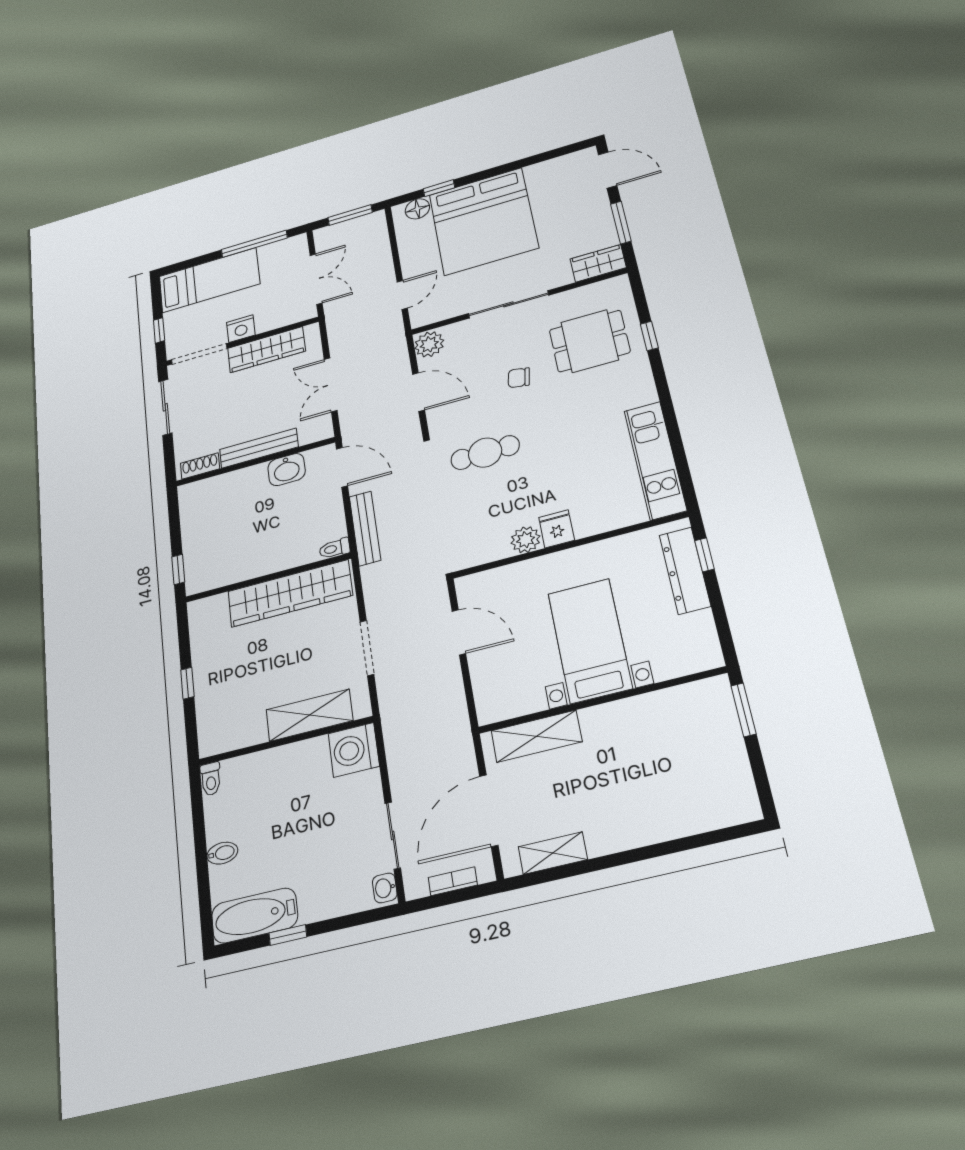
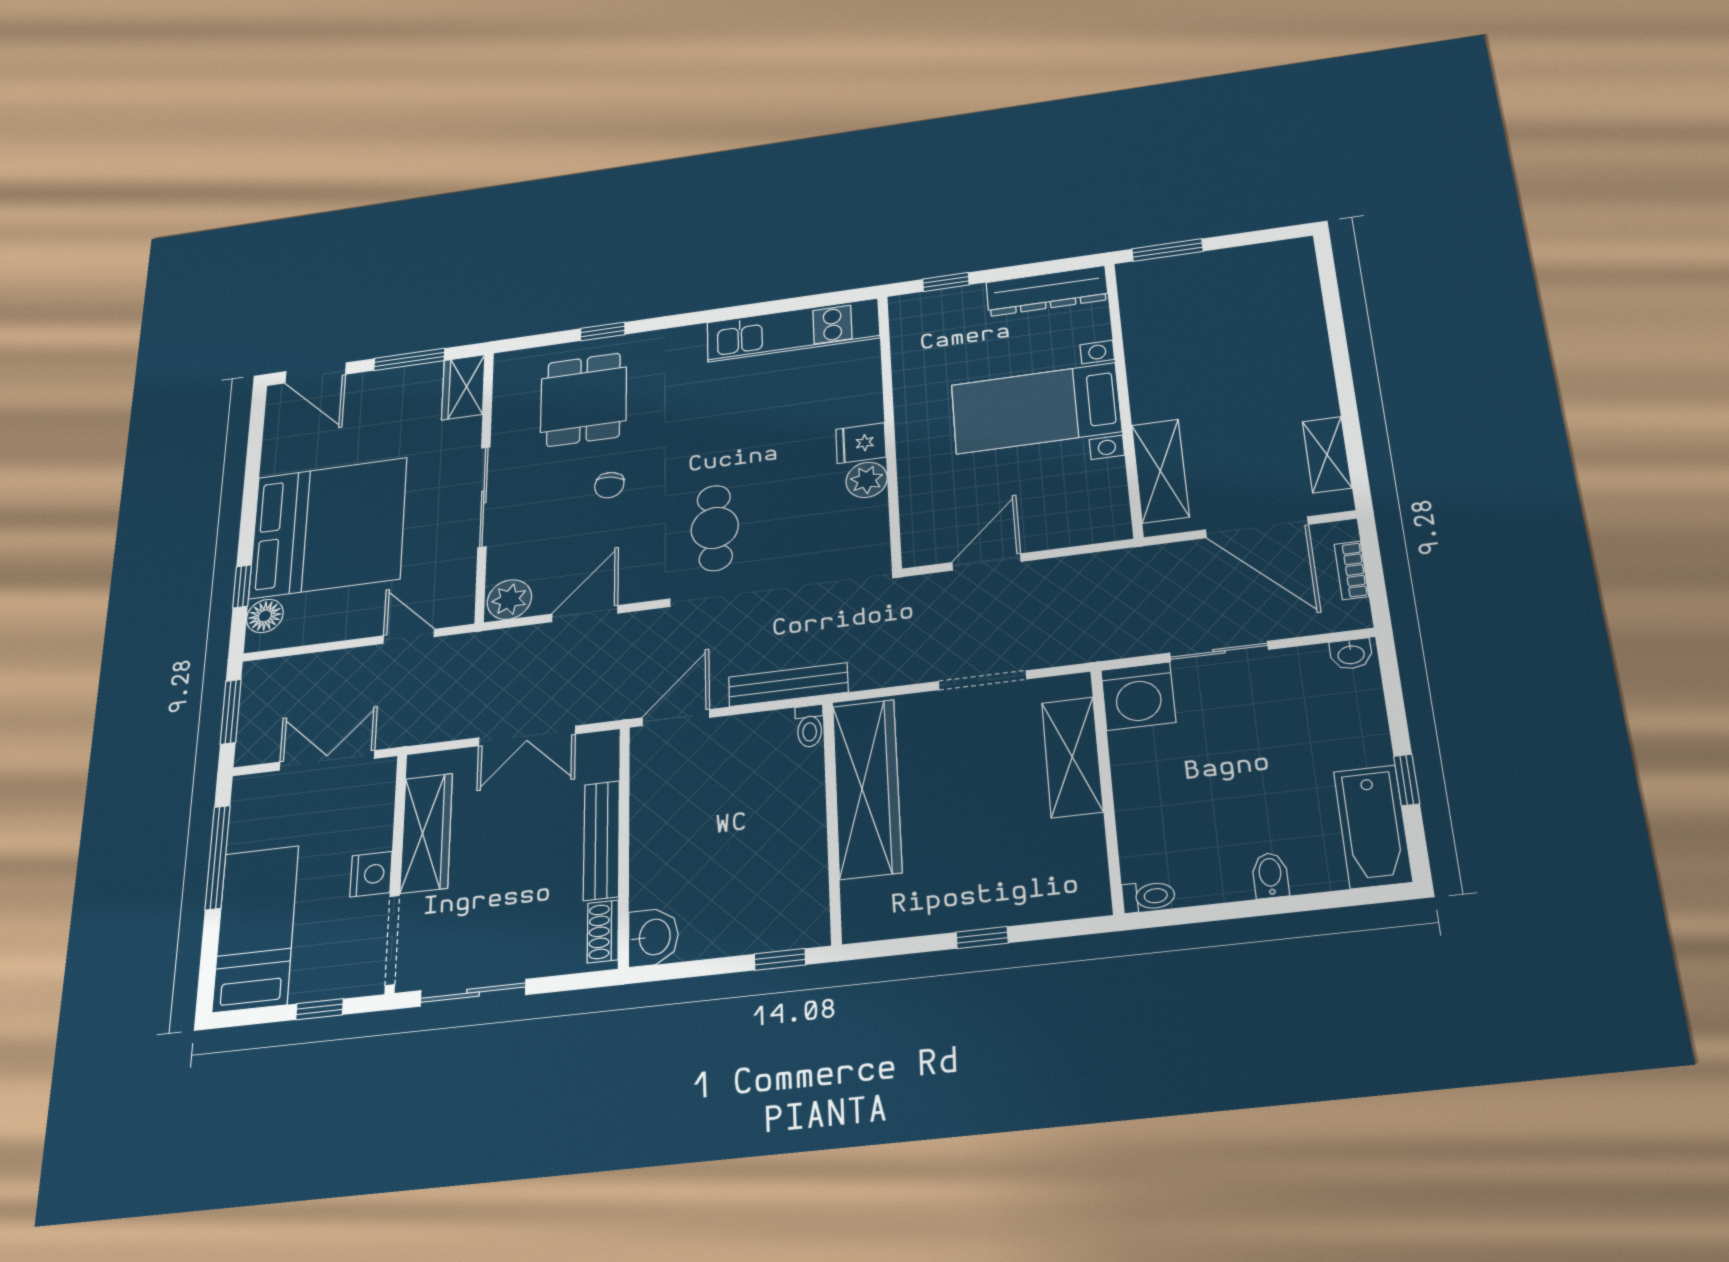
door: (608, 170) -> (316, 373), swing flipped
washbasin: (287, 470) -> (653, 937), moved
dresser: (685, 570) -> (1047, 291), moved
sliding door: (393, 835) -> (1219, 651), moved

